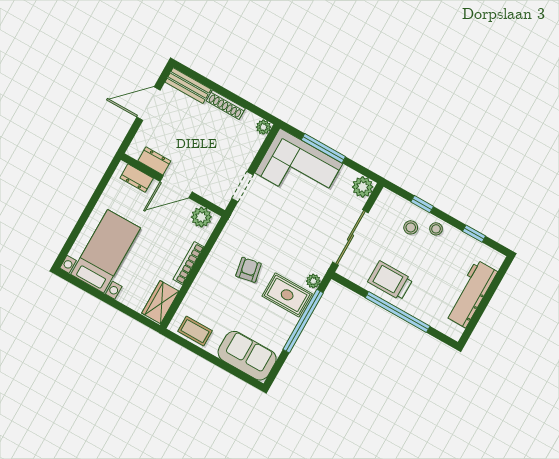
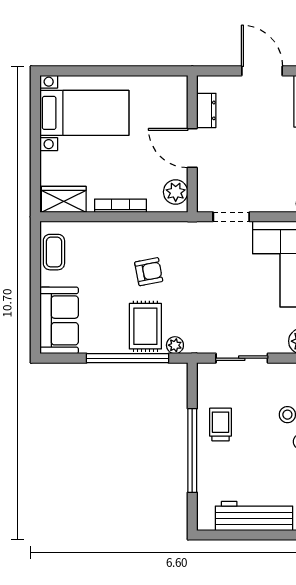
dresser: (137, 178) -> (178, 102), removed
sliding door: (350, 237) -> (242, 358), width x0.73
trolley: (390, 281) -> (221, 424), width x0.73, depth x0.72

